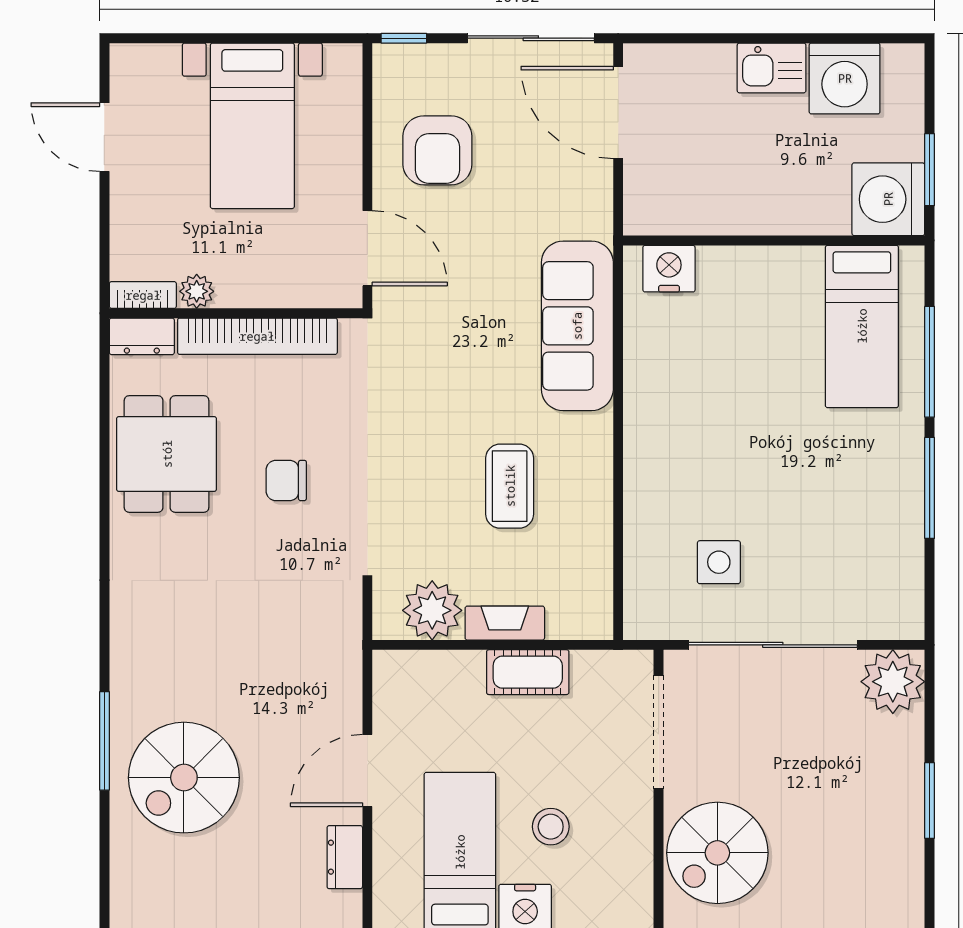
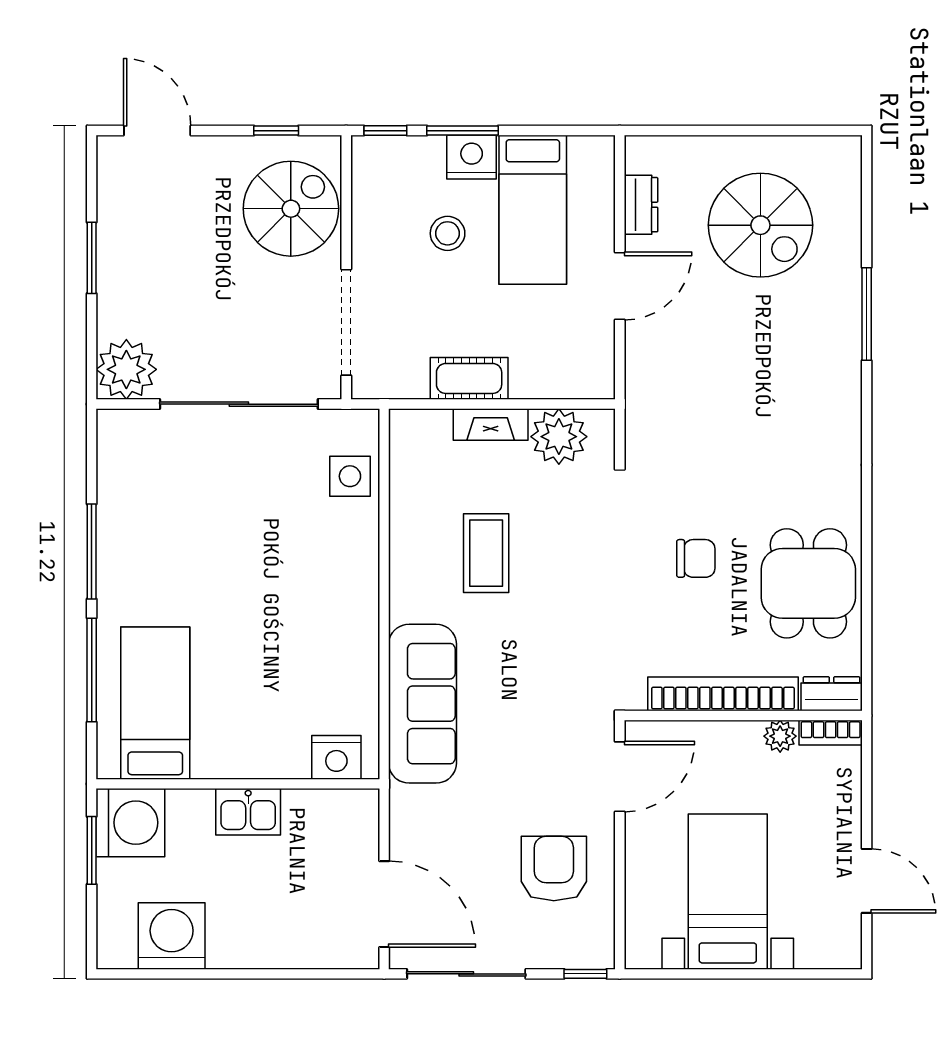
kitchen sink: (772, 68) -> (248, 812), moved, turned 180
door: (367, 248) -> (620, 777), swing flipped
side table: (719, 562) -> (350, 476), moved
spiral stairs: (184, 778) -> (760, 225), moved, turned 90

